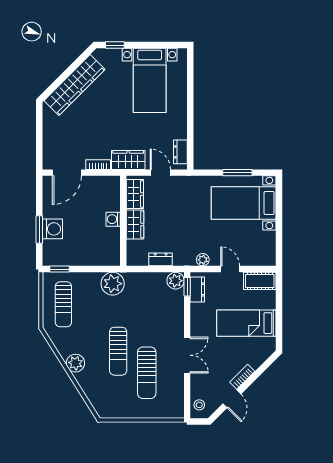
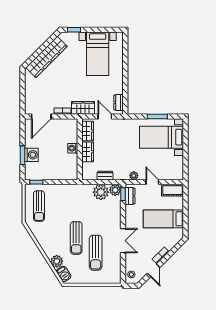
plant: (113, 284) -> (101, 192), moved
plant: (75, 363) -> (57, 261), moved
barbecue: (100, 404) -> (64, 274), added

